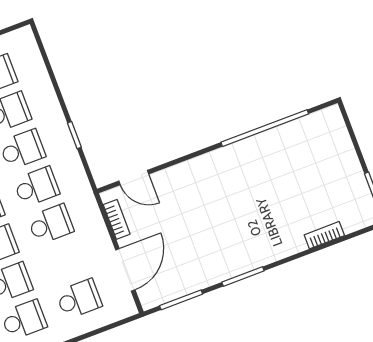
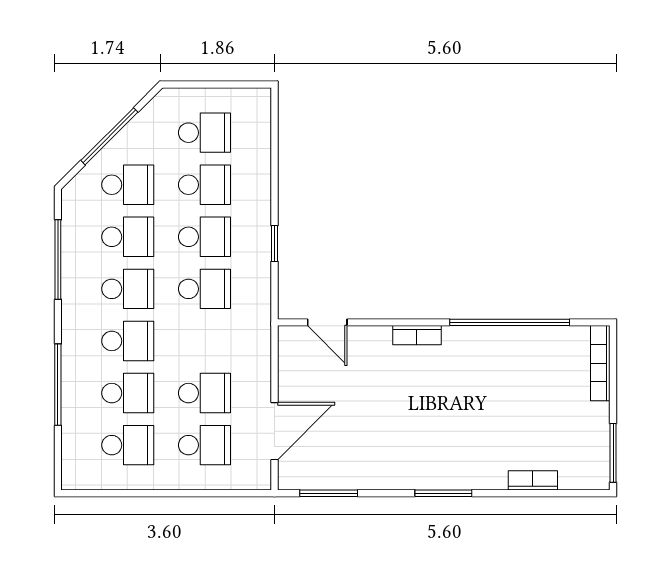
bookcase: (341, 133) -> (600, 363), added
bookcase: (117, 219) -> (417, 335), moved, turned 90
school desk: (51, 224) -> (205, 393), moved
window: (243, 276) -> (443, 493), moved

